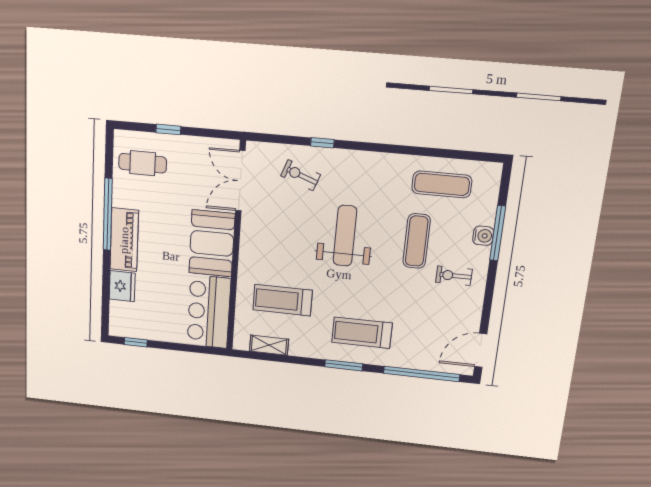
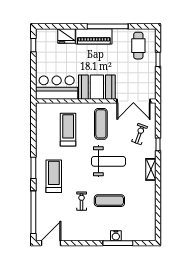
double door: (240, 181) -> (133, 101), swing flipped
exercise mat: (442, 184) -> (101, 124), moved
exercise bike: (454, 276) -> (82, 201), moved
shelving: (269, 345) -> (151, 169), moved
door: (481, 350) -> (51, 243), hinge flipped

